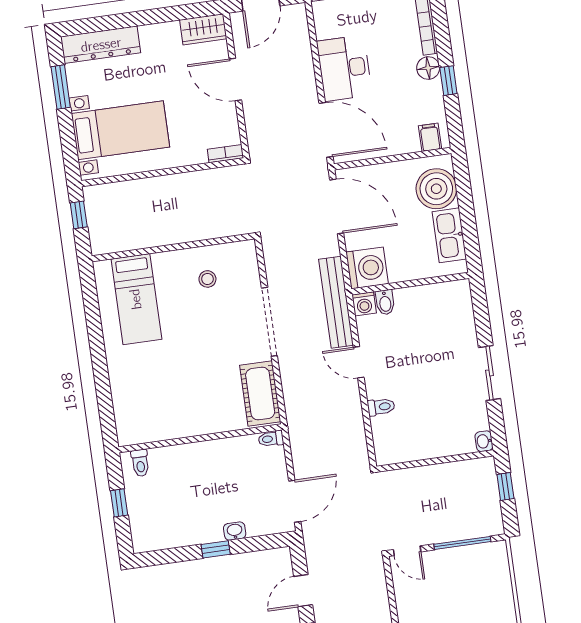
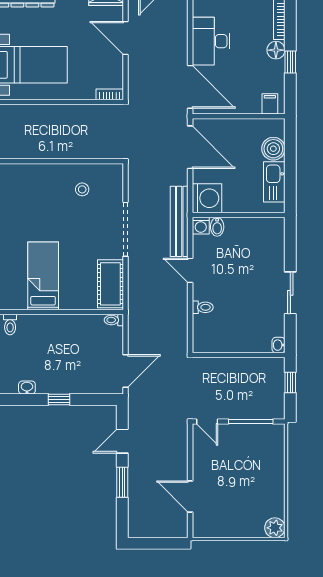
boiler: (436, 189) -> (273, 149), width x0.73, depth x0.73
bed: (136, 299) -> (43, 276), moved, turned 180
washbasin: (235, 531) -> (27, 388), moved

